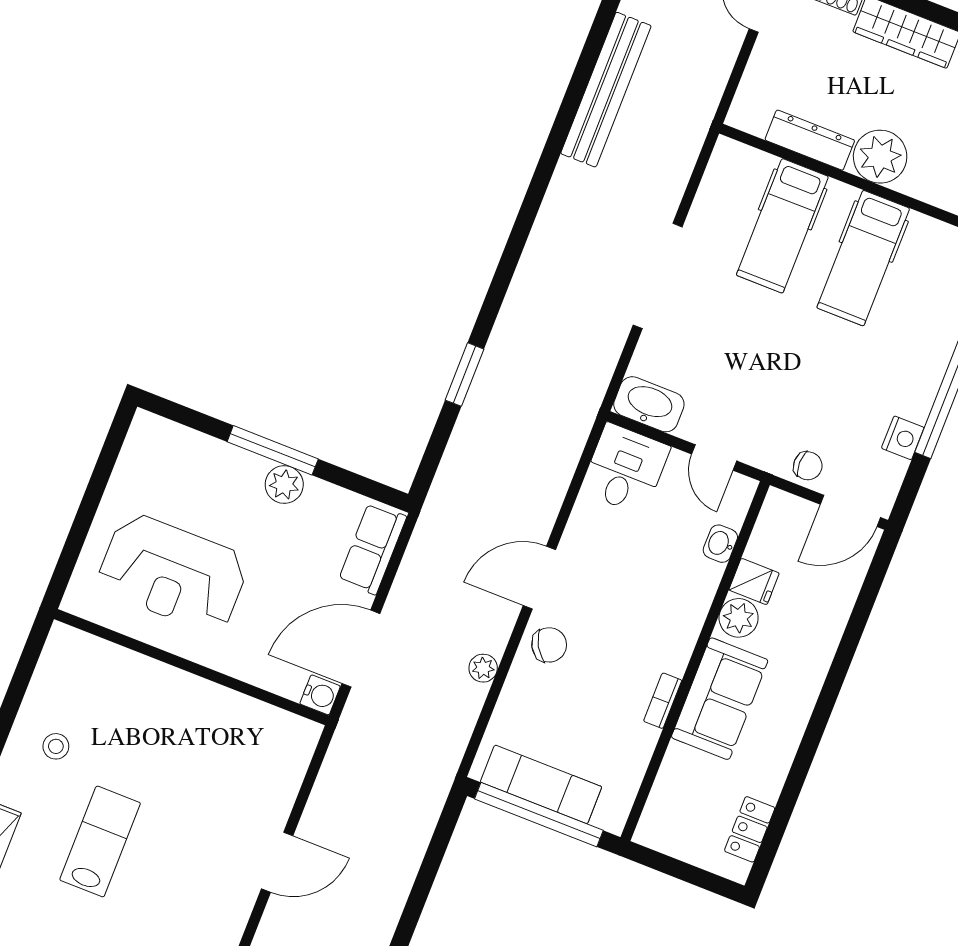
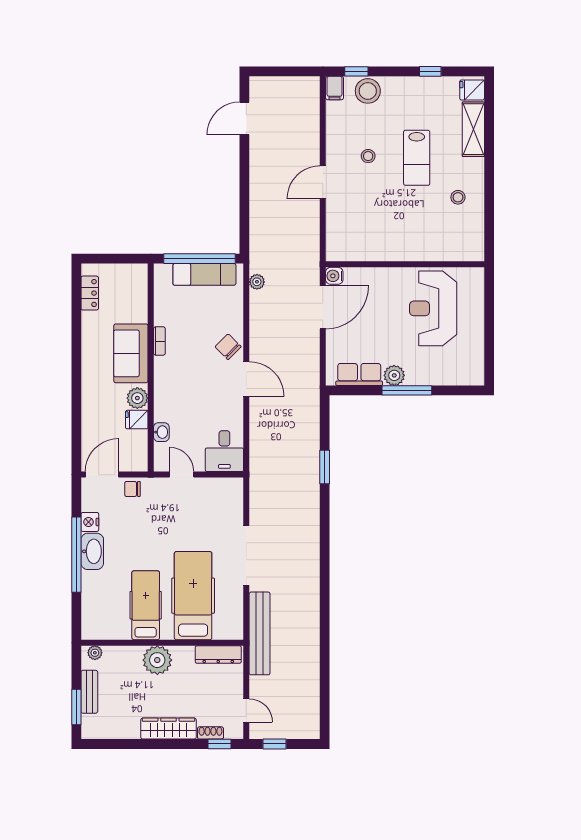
bench: (606, 90) -> (260, 633), moved
dresser: (810, 140) -> (218, 655), moved
hospital bed: (782, 226) -> (193, 596), width x1.37, depth x1.29
washbasin: (649, 404) -> (92, 551), moved, turned -90
row of seats: (372, 549) -> (359, 375), moved, turned -90
reception desk: (173, 573) -> (433, 308), turned -90
door: (539, 578) -> (246, 379), hinge flipped
chair: (549, 645) -> (228, 347), turned 75
plant: (483, 668) -> (257, 282), moved
stool: (182, 877) -> (368, 156), added

